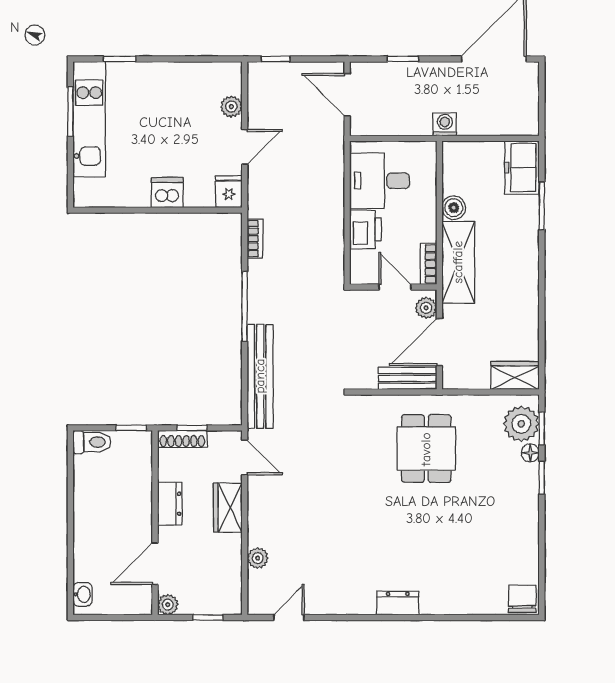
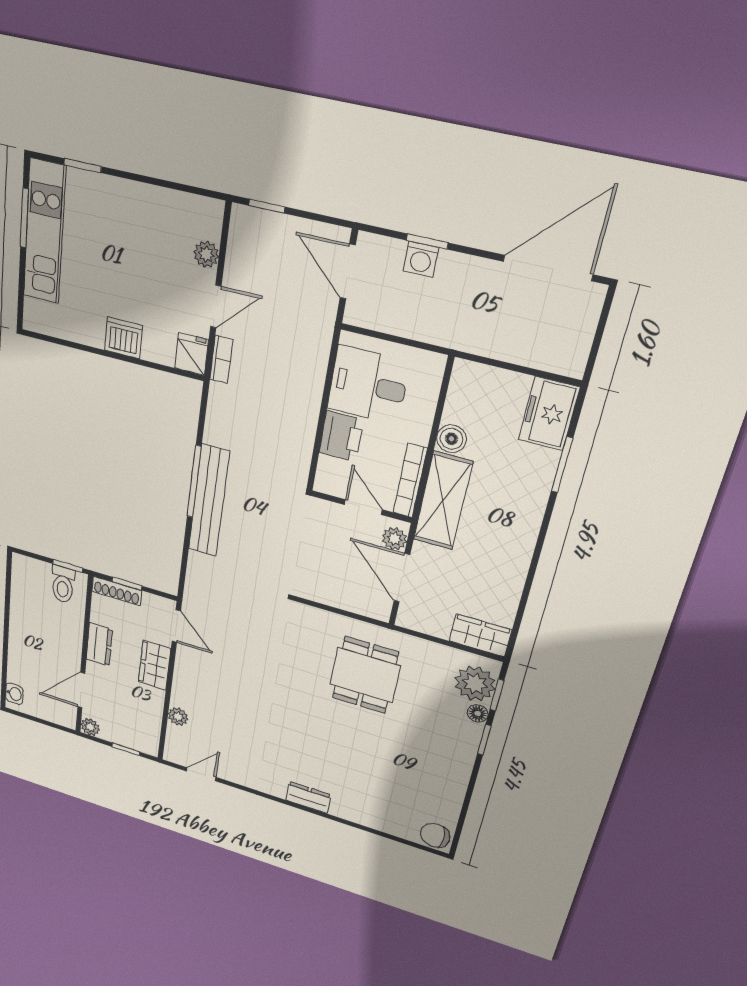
washing machine: (445, 124) -> (421, 259), moved, turned 180
bookcase: (255, 239) -> (221, 359), moved
bookcase: (429, 264) -> (410, 481), width x1.56
door: (439, 342) -> (402, 578), hinge flipped
bench: (260, 376) -> (209, 501), moved
bench: (407, 378) -> (358, 603), removed
toilet: (92, 442) -> (63, 584), moved, turned 90
chair: (522, 599) -> (435, 835), turned -90

